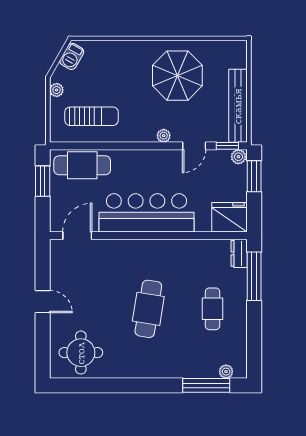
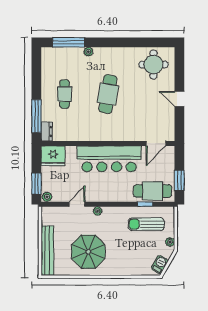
bench: (238, 106) -> (47, 251), moved
window: (227, 146) -> (145, 204), moved
plant: (226, 372) -> (88, 52), moved

